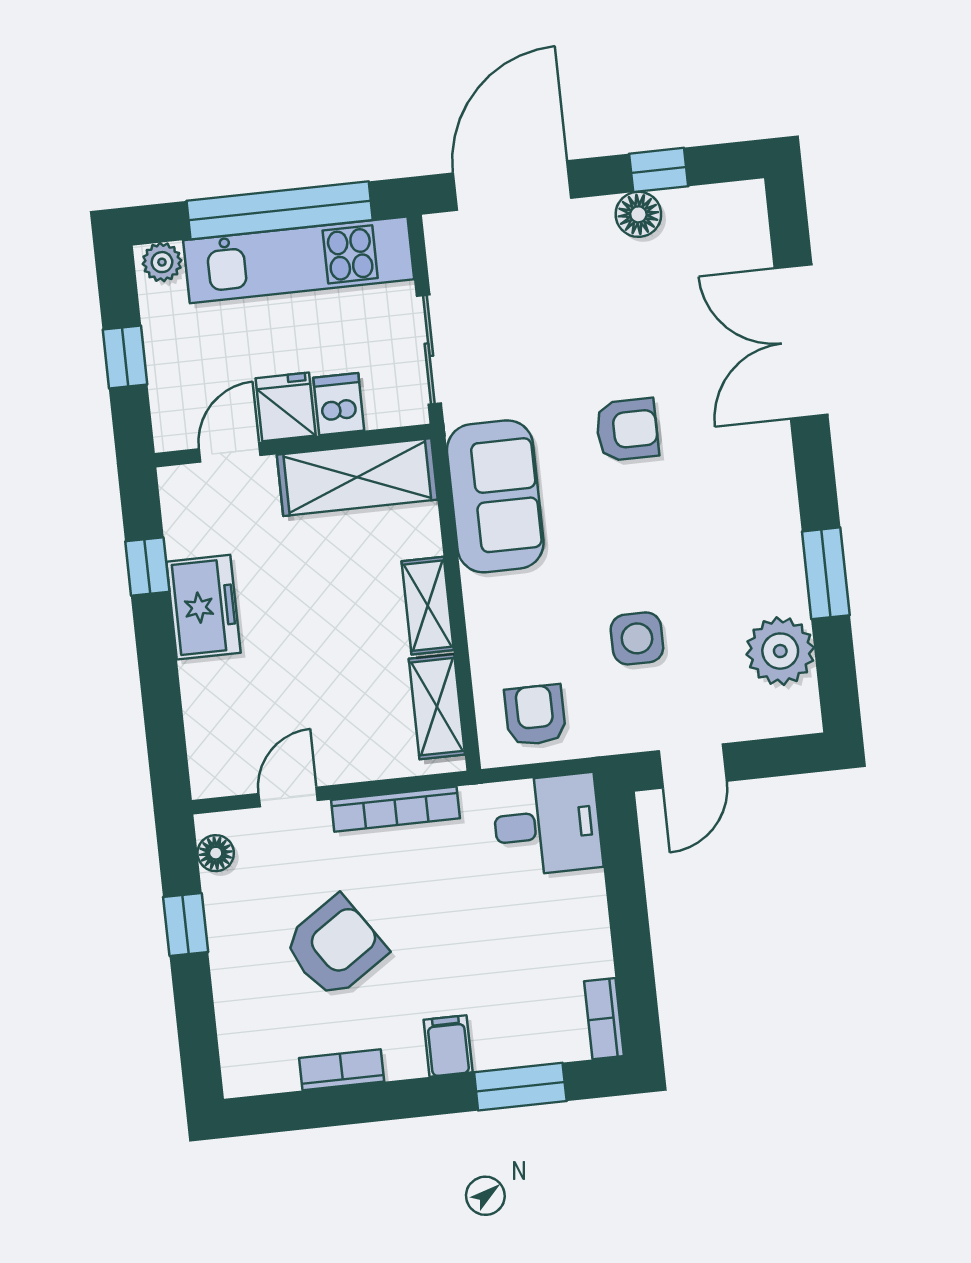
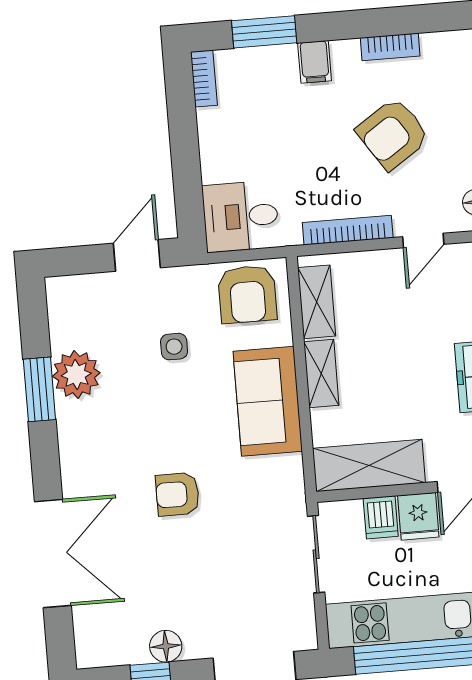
sofa: (495, 496) -> (268, 401), moved
side table: (637, 638) -> (174, 347), width x0.73, depth x0.73
plant: (780, 651) -> (76, 374), moved
armchair: (535, 715) -> (247, 294), width x1.38, depth x1.38

